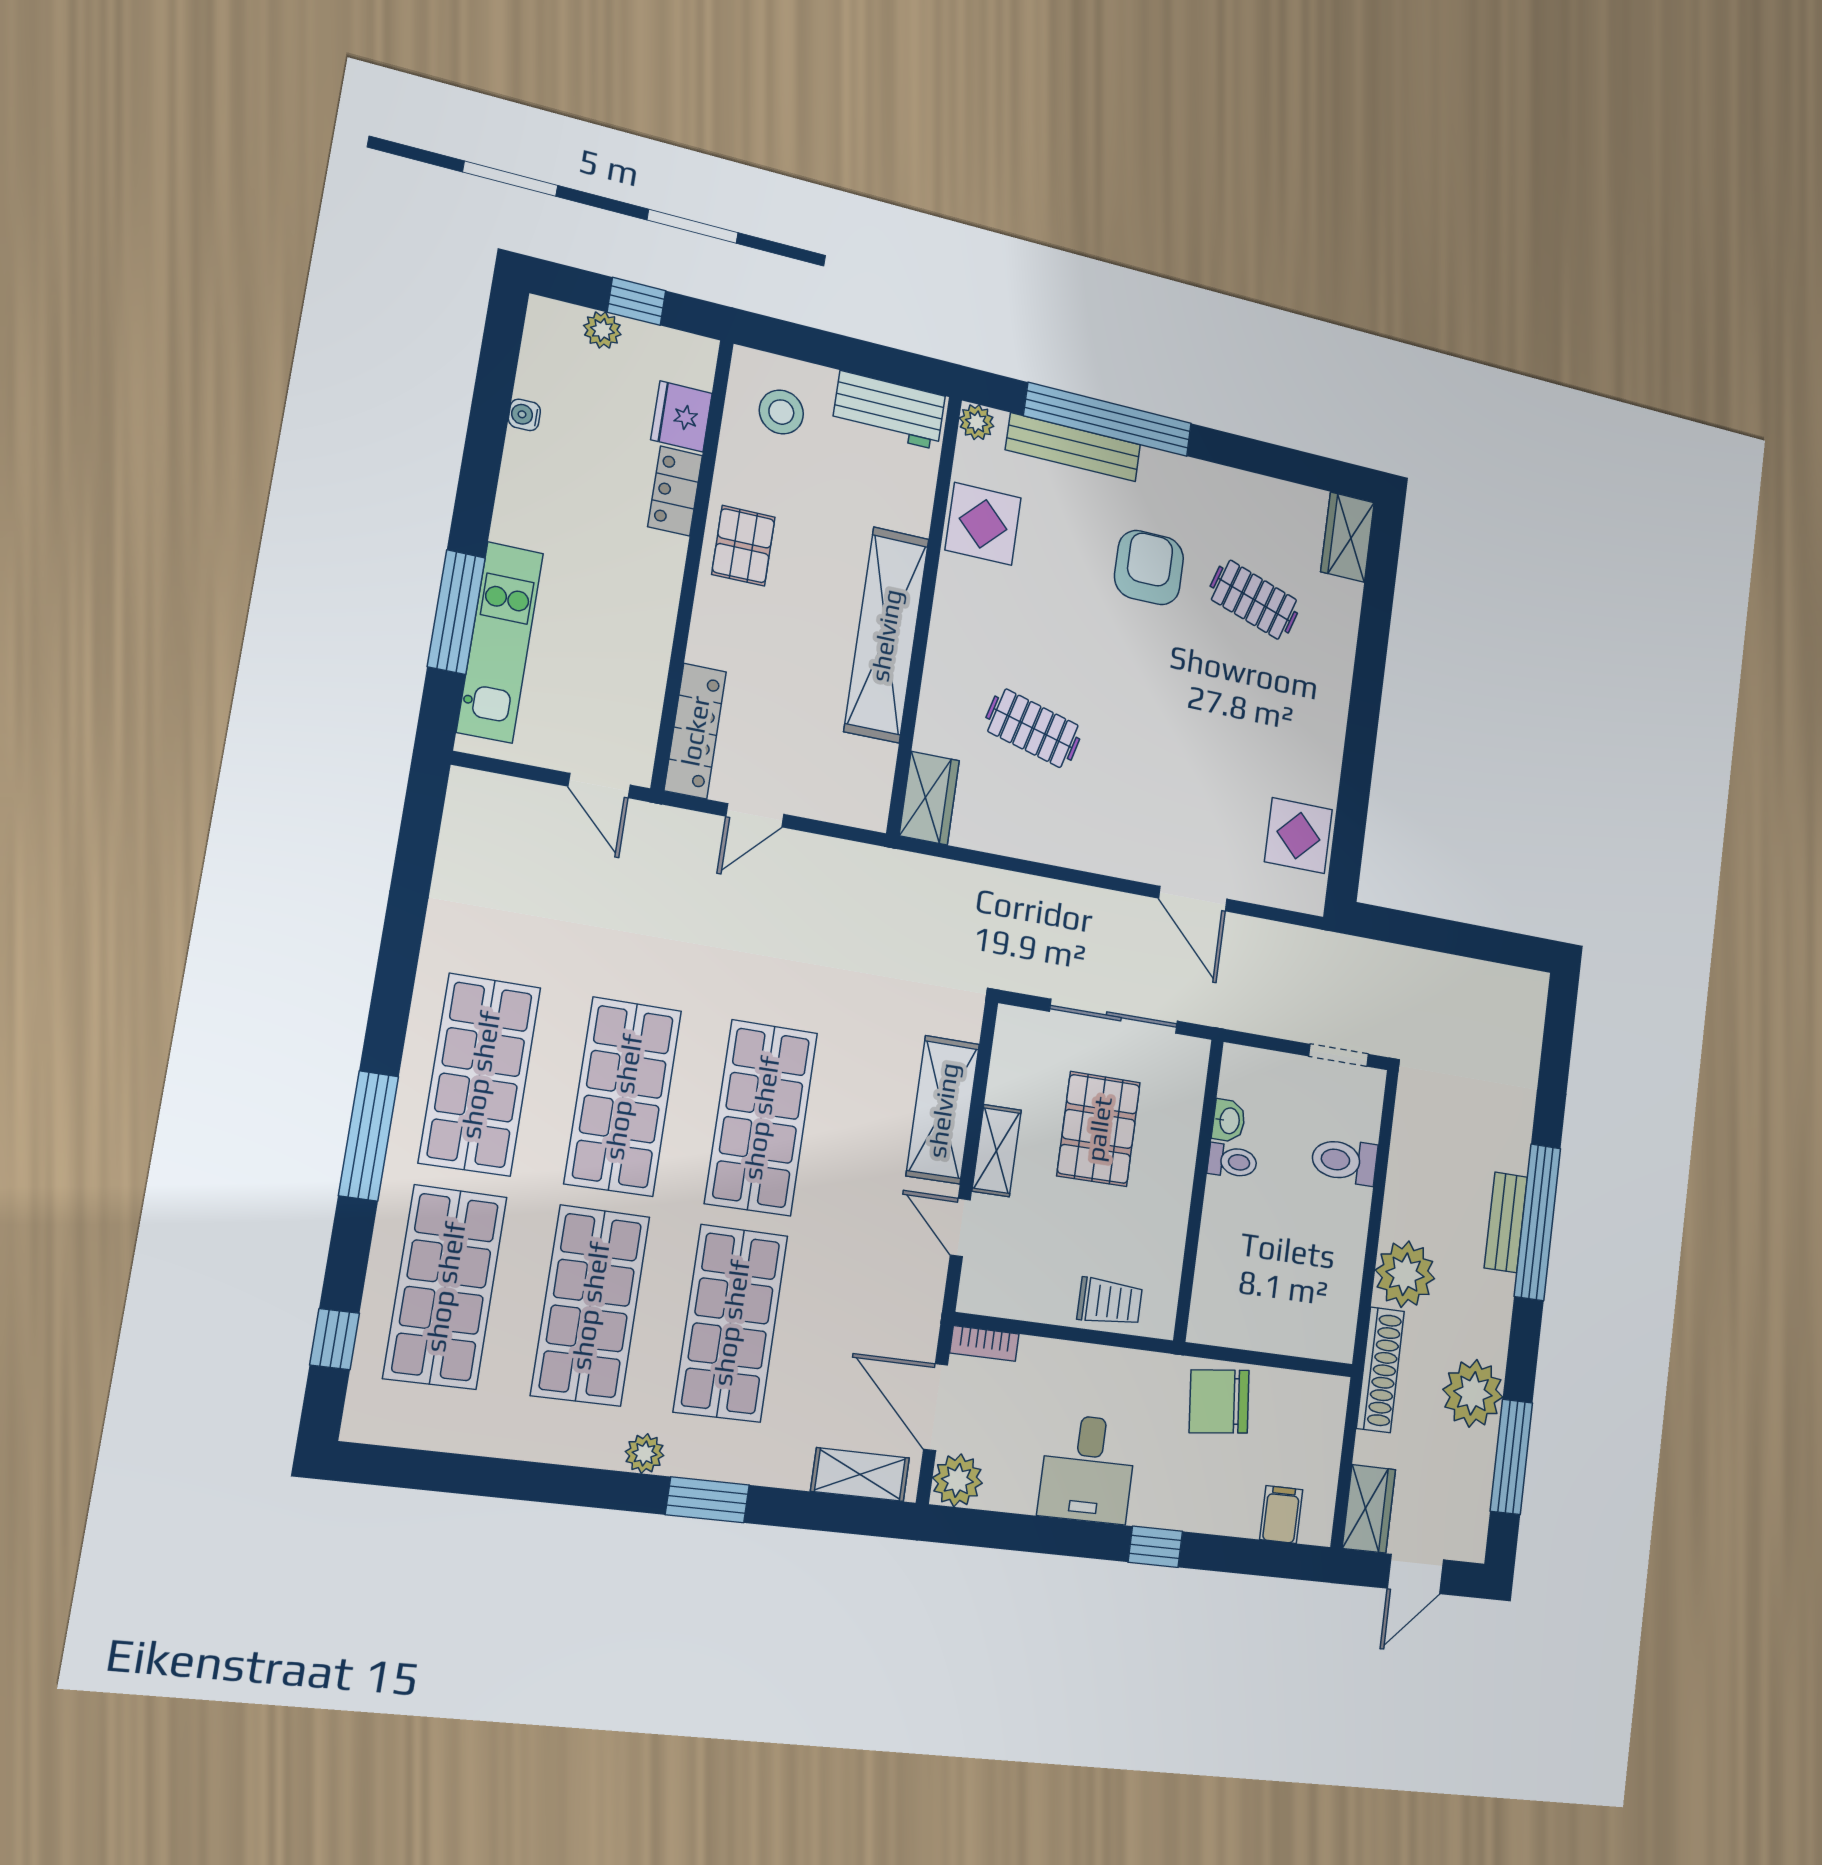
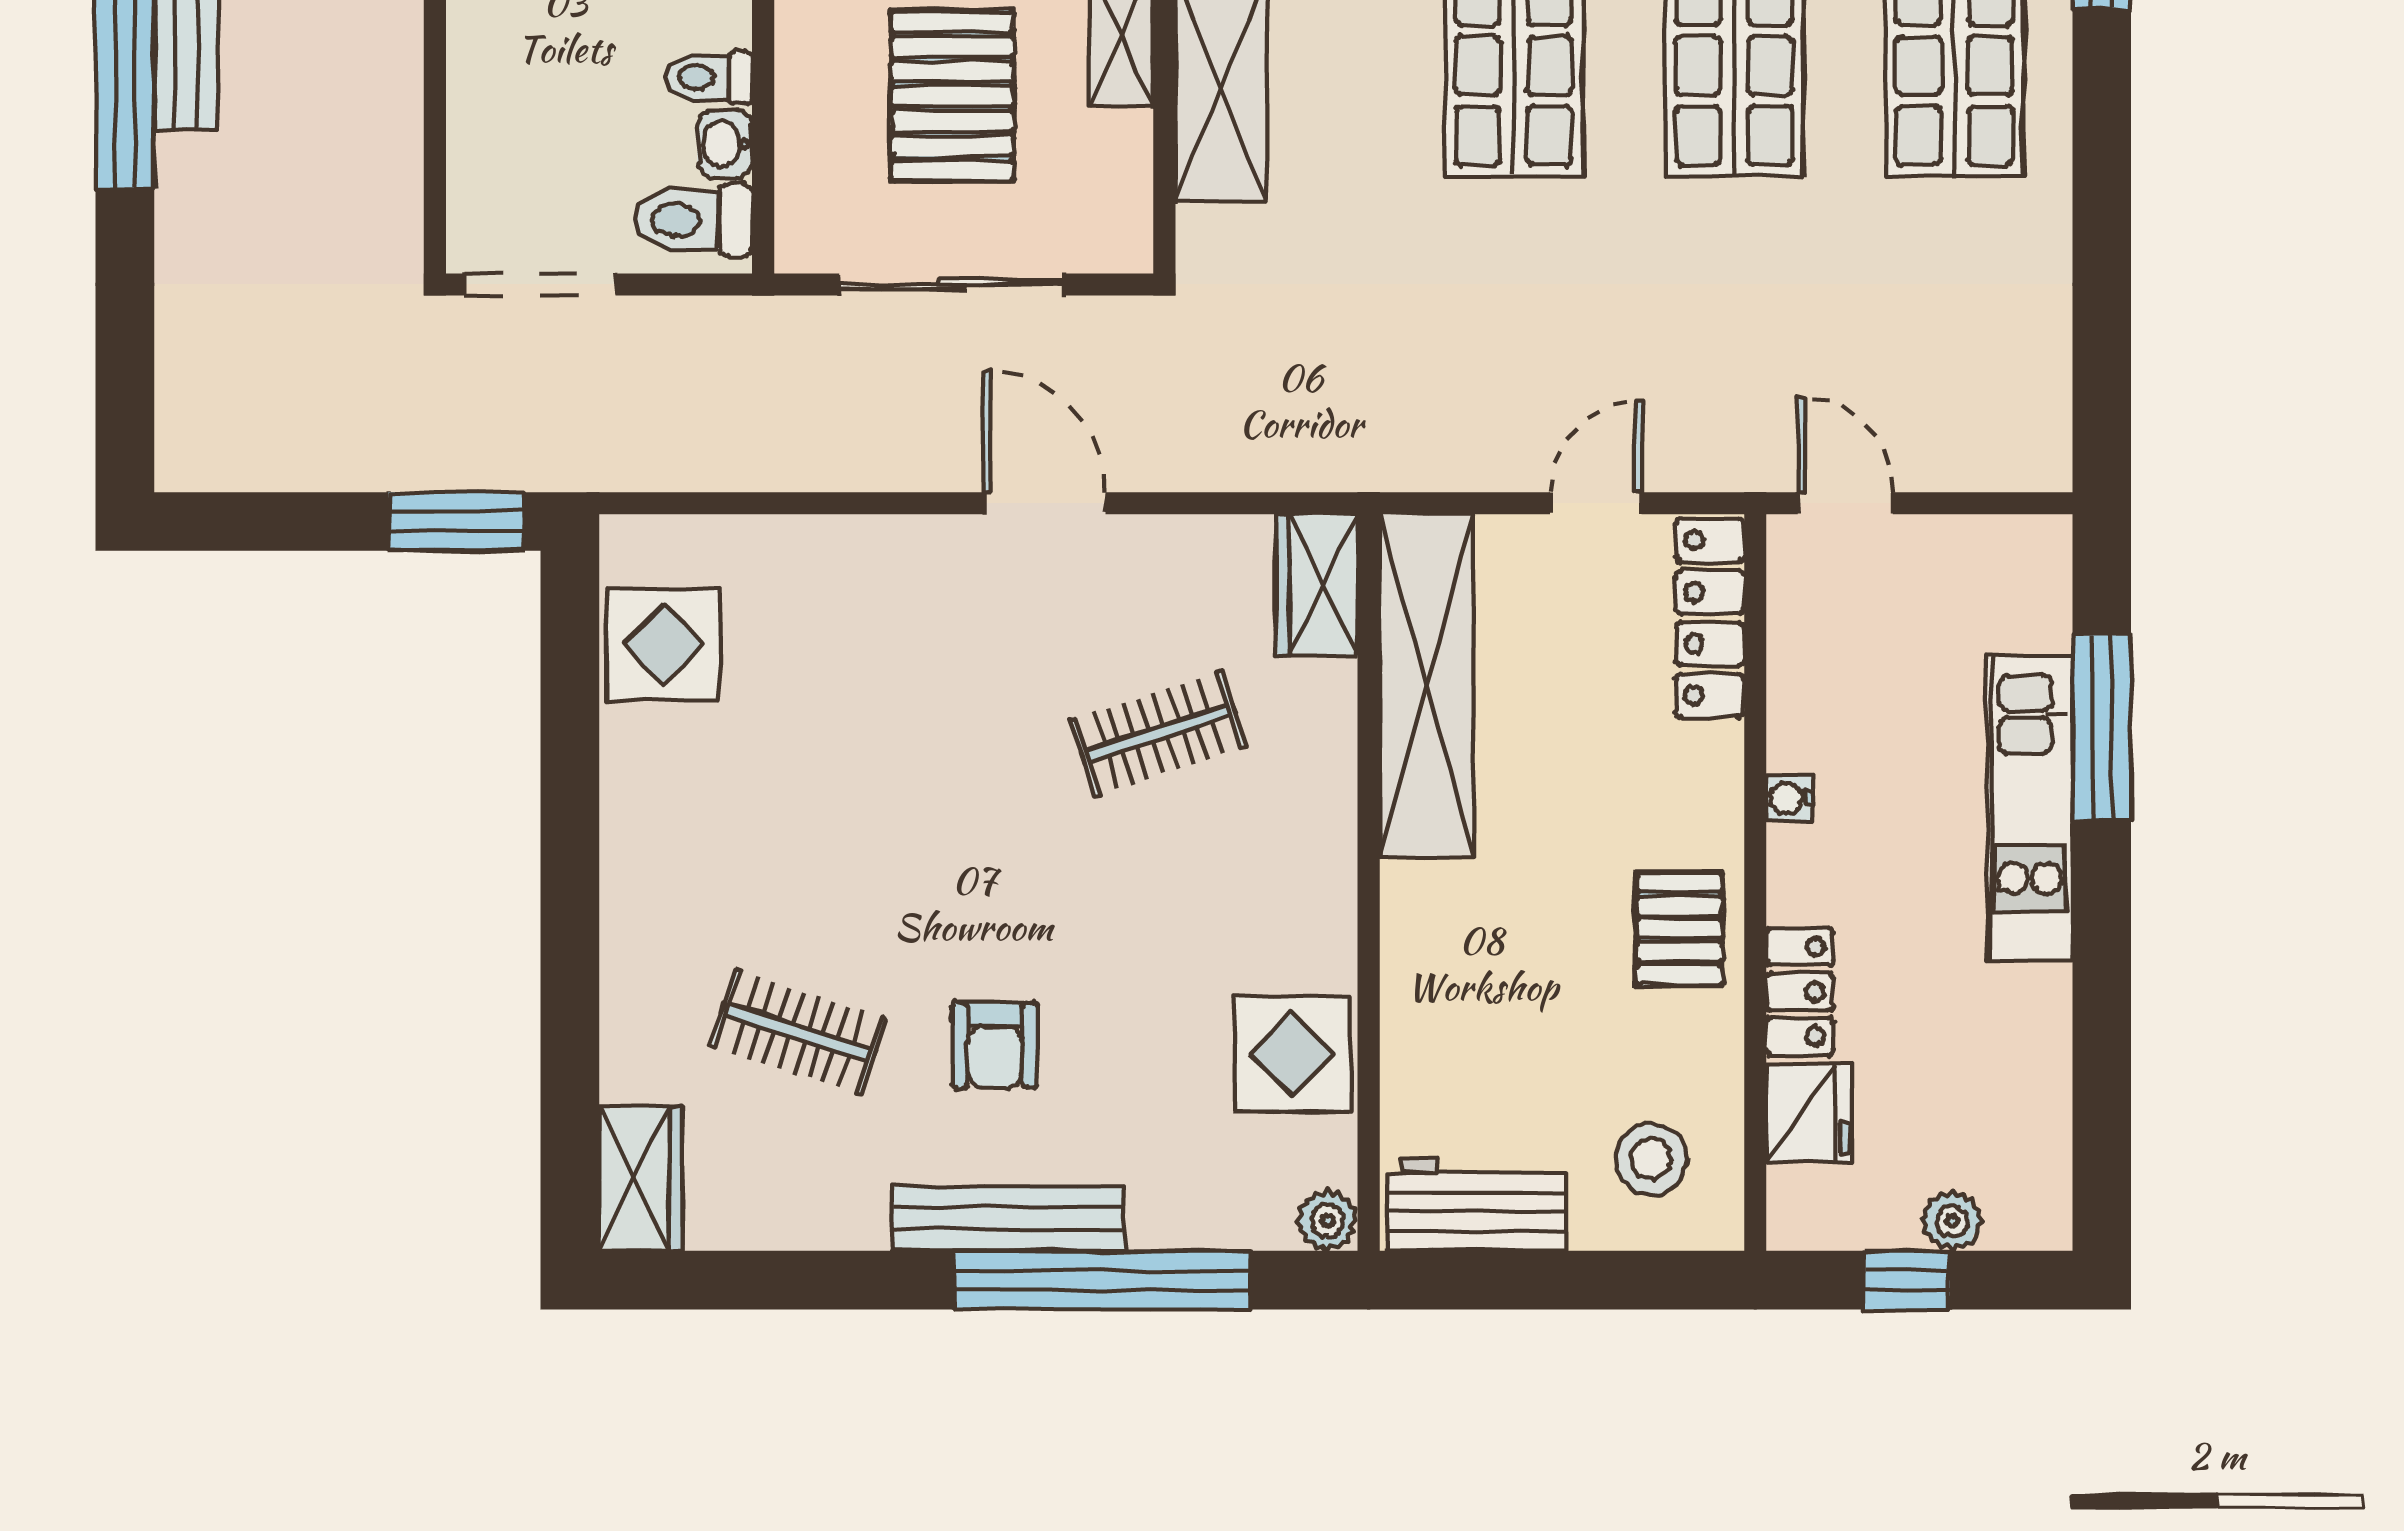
water cooler: (524, 415) -> (1789, 798), moved, turned 180
bench: (1073, 447) -> (1008, 1218), moved
armchair: (1149, 568) -> (995, 1045), width x0.72, depth x0.72
shelving: (886, 635) -> (1426, 686), moved
kitchen unit: (500, 642) -> (2030, 808), moved
clothes rail: (1033, 728) -> (1158, 733), turned -33
door: (1193, 899) -> (1045, 503), moved
window: (1398, 927) -> (457, 522), added
doorway: (1338, 1055) -> (540, 284), width x1.38
toilet: (1344, 1161) -> (693, 220), moved, turned 180

